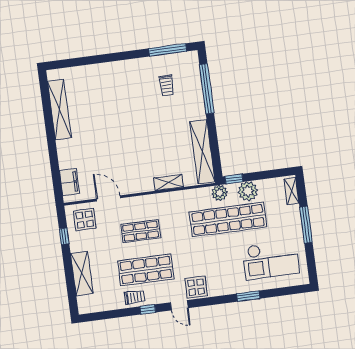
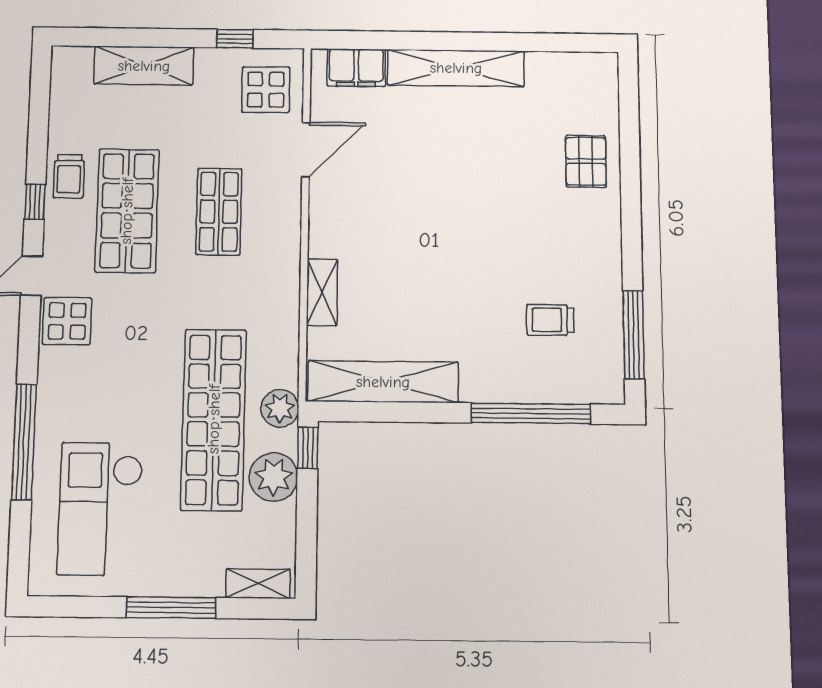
pallet: (96, 79) -> (586, 161), added
shelving: (59, 110) -> (456, 68), moved
window: (248, 296) -> (24, 442), width x2.11

